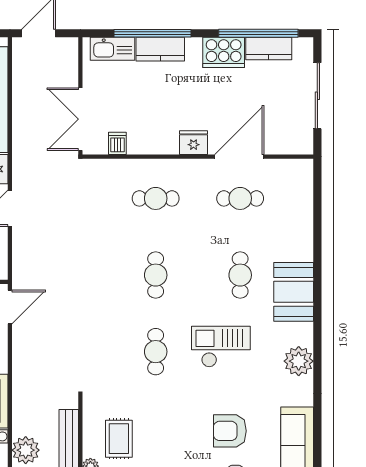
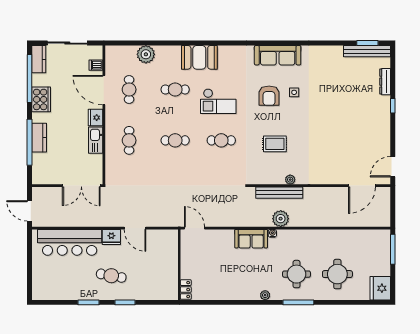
kitchen sink: (113, 49) -> (96, 140), moved, turned 180
kitchen counter: (269, 49) -> (39, 59), moved
dishwasher: (117, 143) -> (96, 65), moved
booth: (294, 292) -> (199, 57), moved
checkout: (221, 347) -> (218, 101), turned -90
plant: (299, 361) -> (146, 54), moved
rug: (119, 439) -> (275, 144), moved

